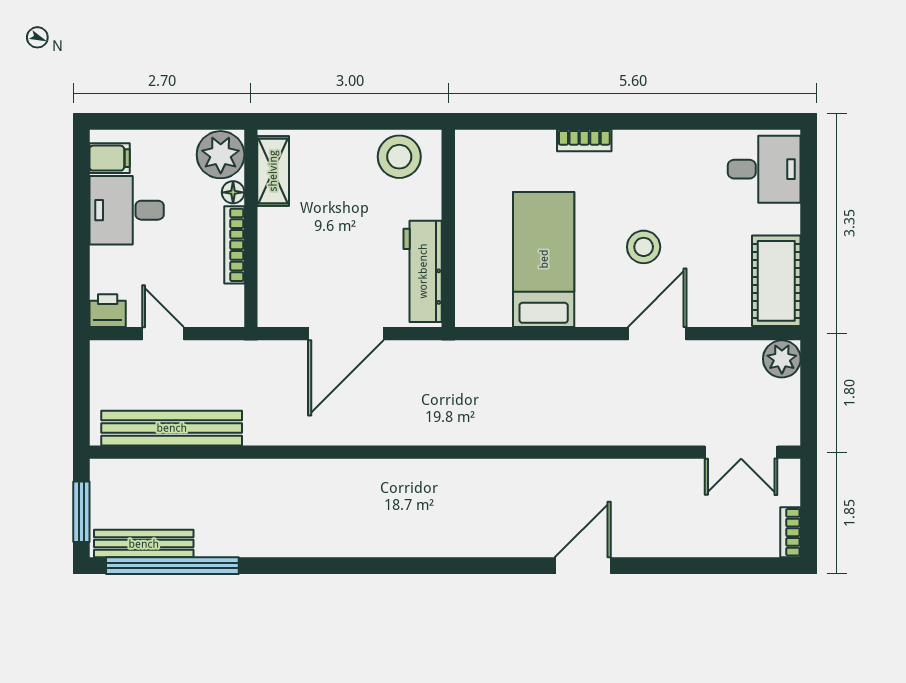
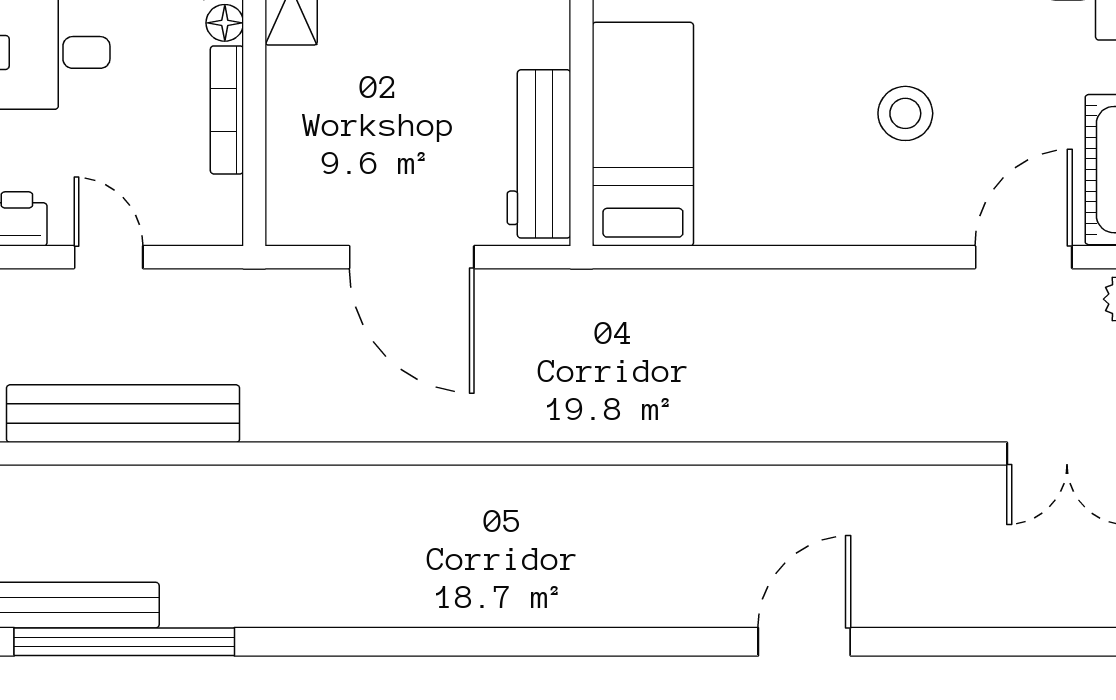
bed: (544, 259) -> (643, 134), moved
door: (346, 334) -> (412, 257), hinge flipped
door: (657, 334) -> (1024, 257), moved

